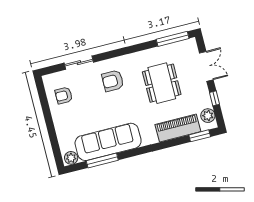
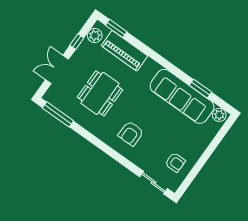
sliding door: (79, 63) -> (154, 183), moved
armchair: (113, 81) -> (131, 133), turned 90
window: (102, 160) -> (200, 89), width x0.69

